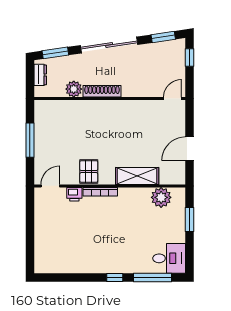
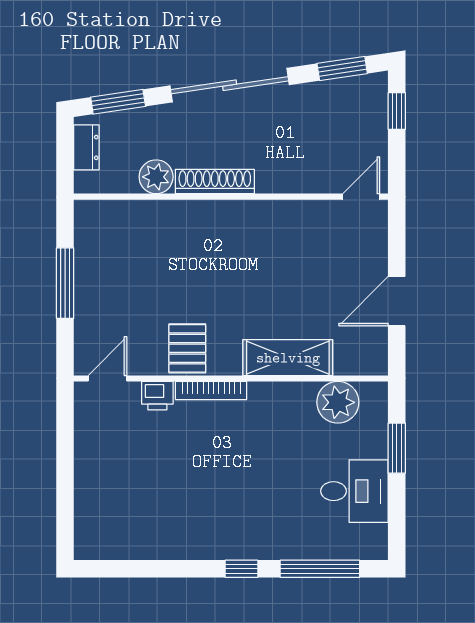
desk: (169, 258) -> (354, 491), moved

